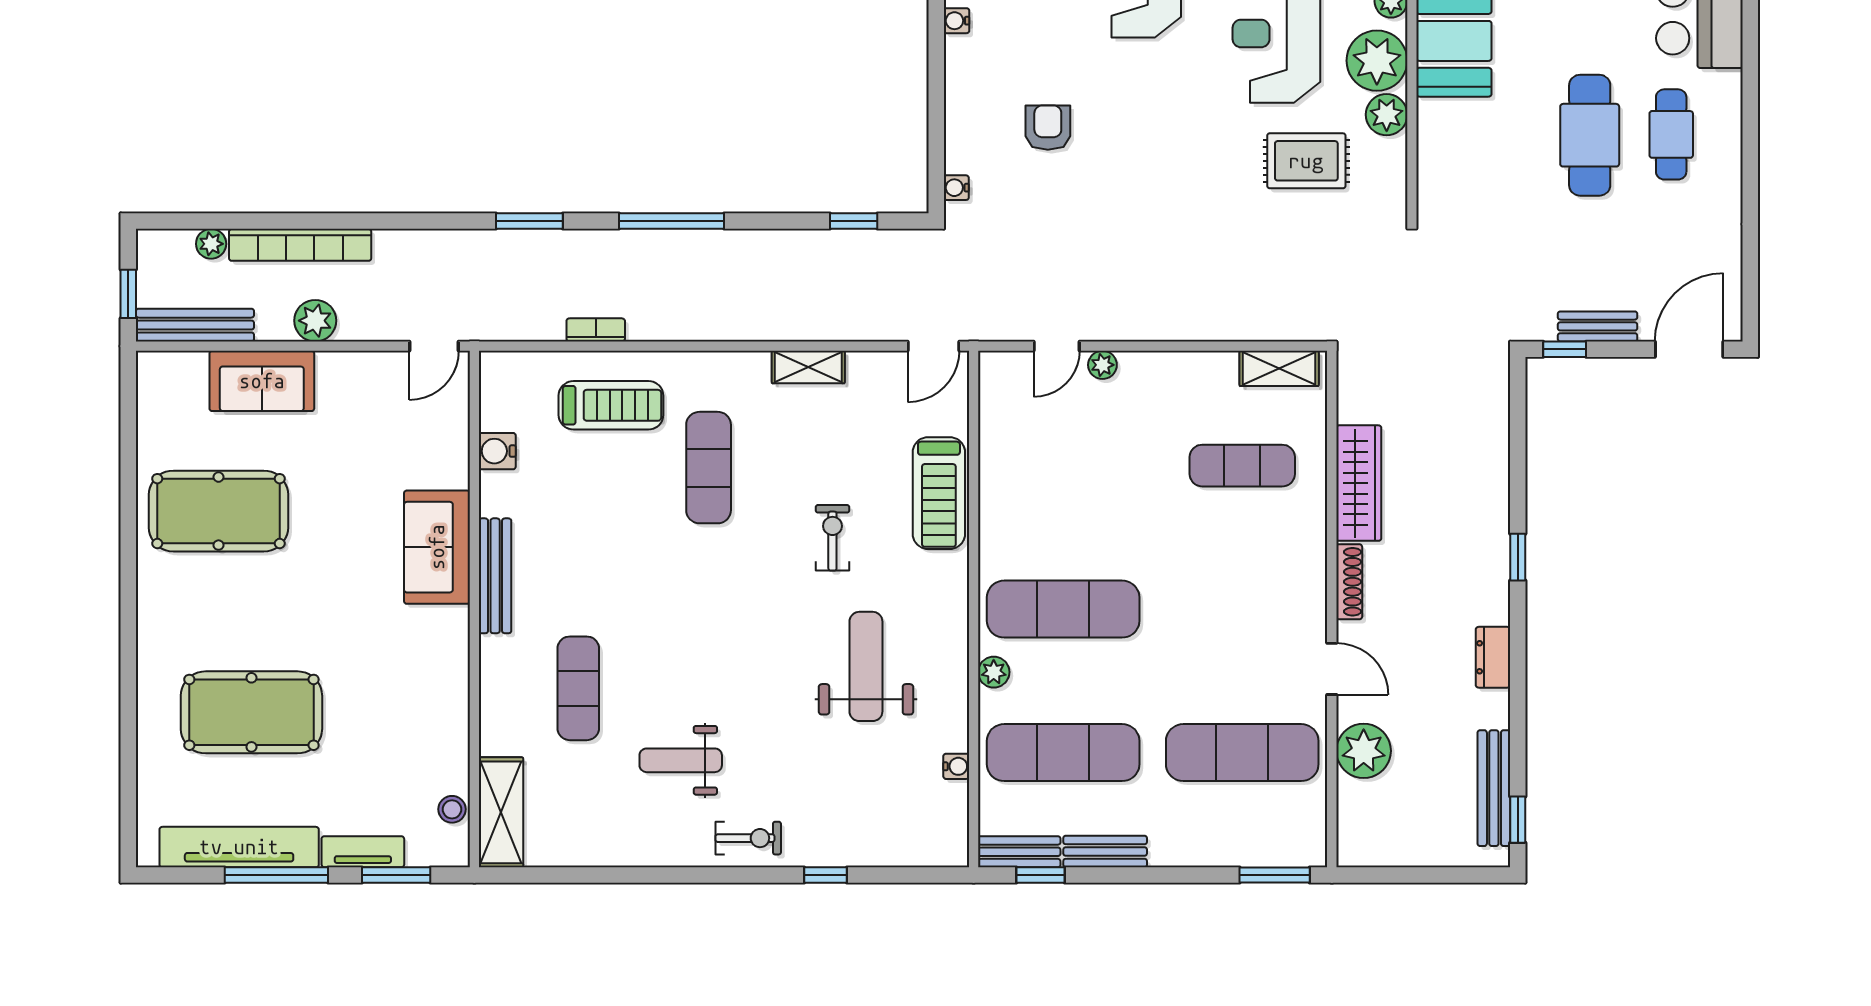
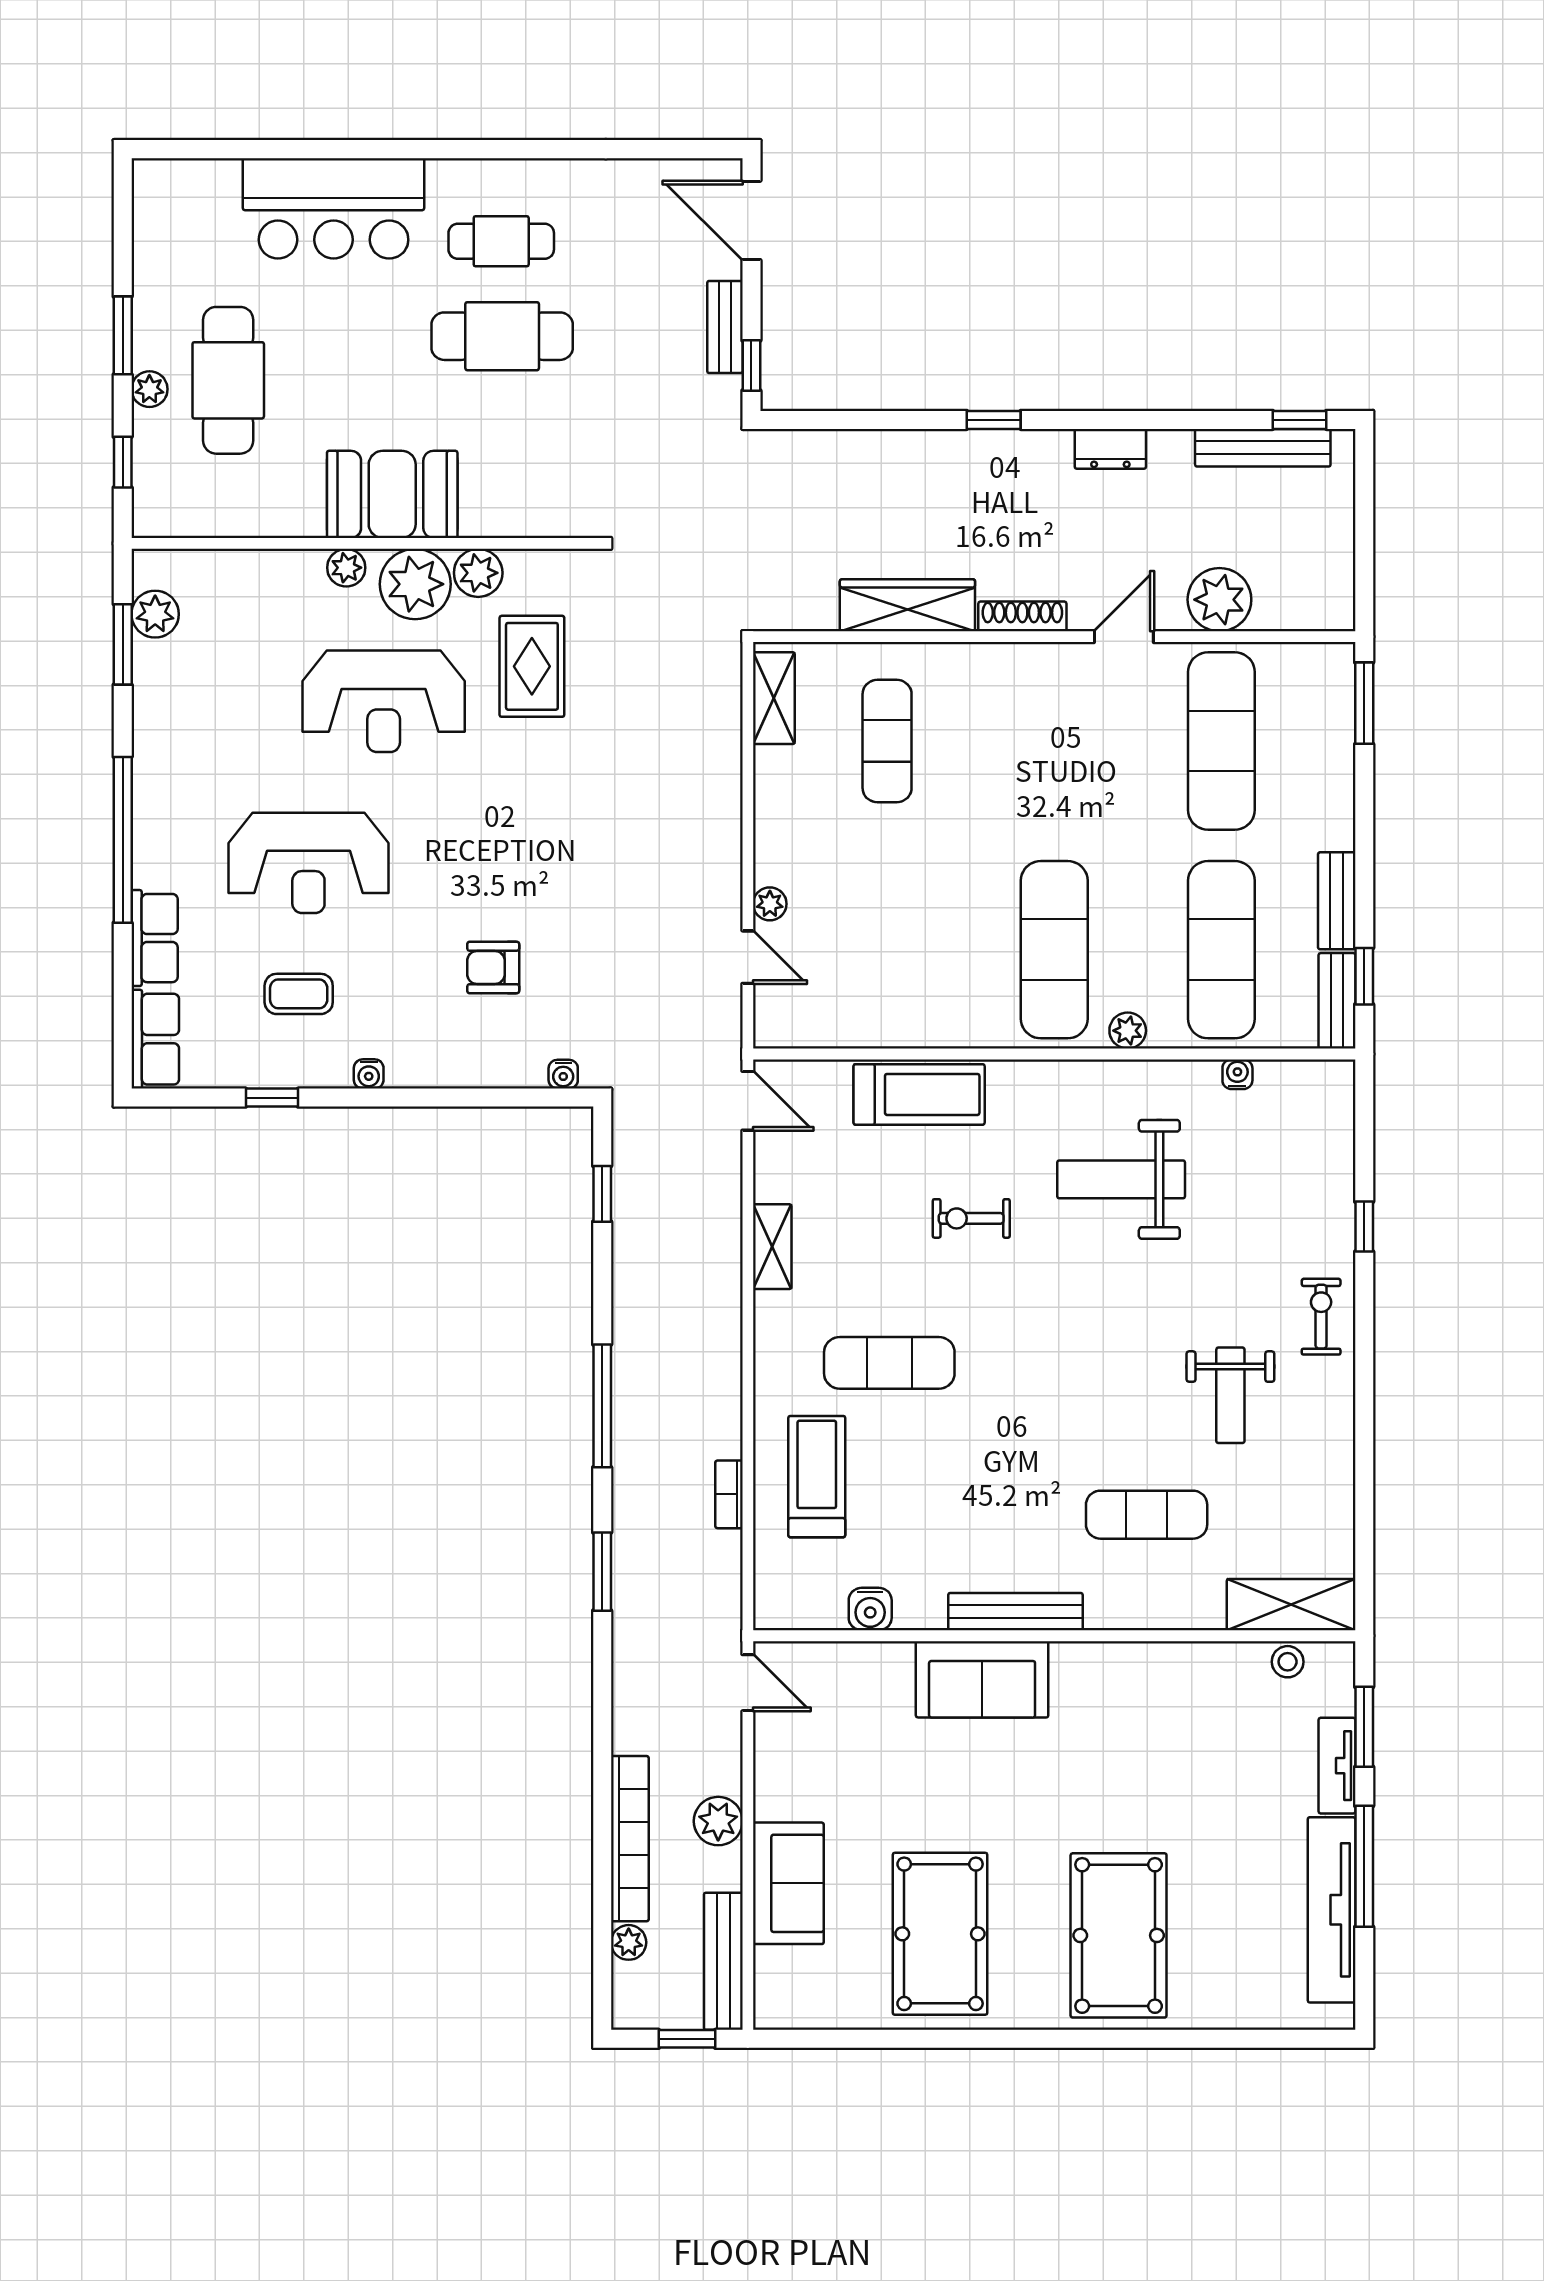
pool table: (251, 712) -> (1119, 1935), moved

